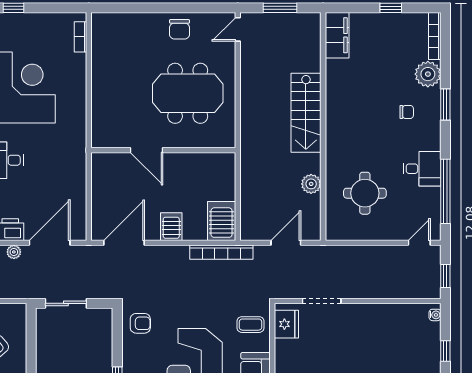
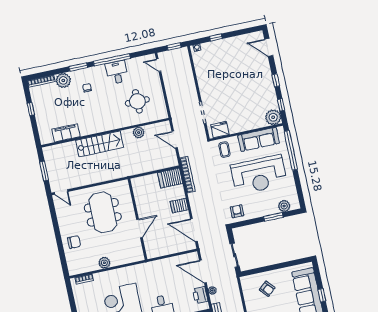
chair: (180, 29) -> (74, 242), moved
filing cabinet: (337, 35) -> (66, 133), moved
plant: (101, 78) -> (104, 263), added
window: (445, 191) -> (112, 60), moved

